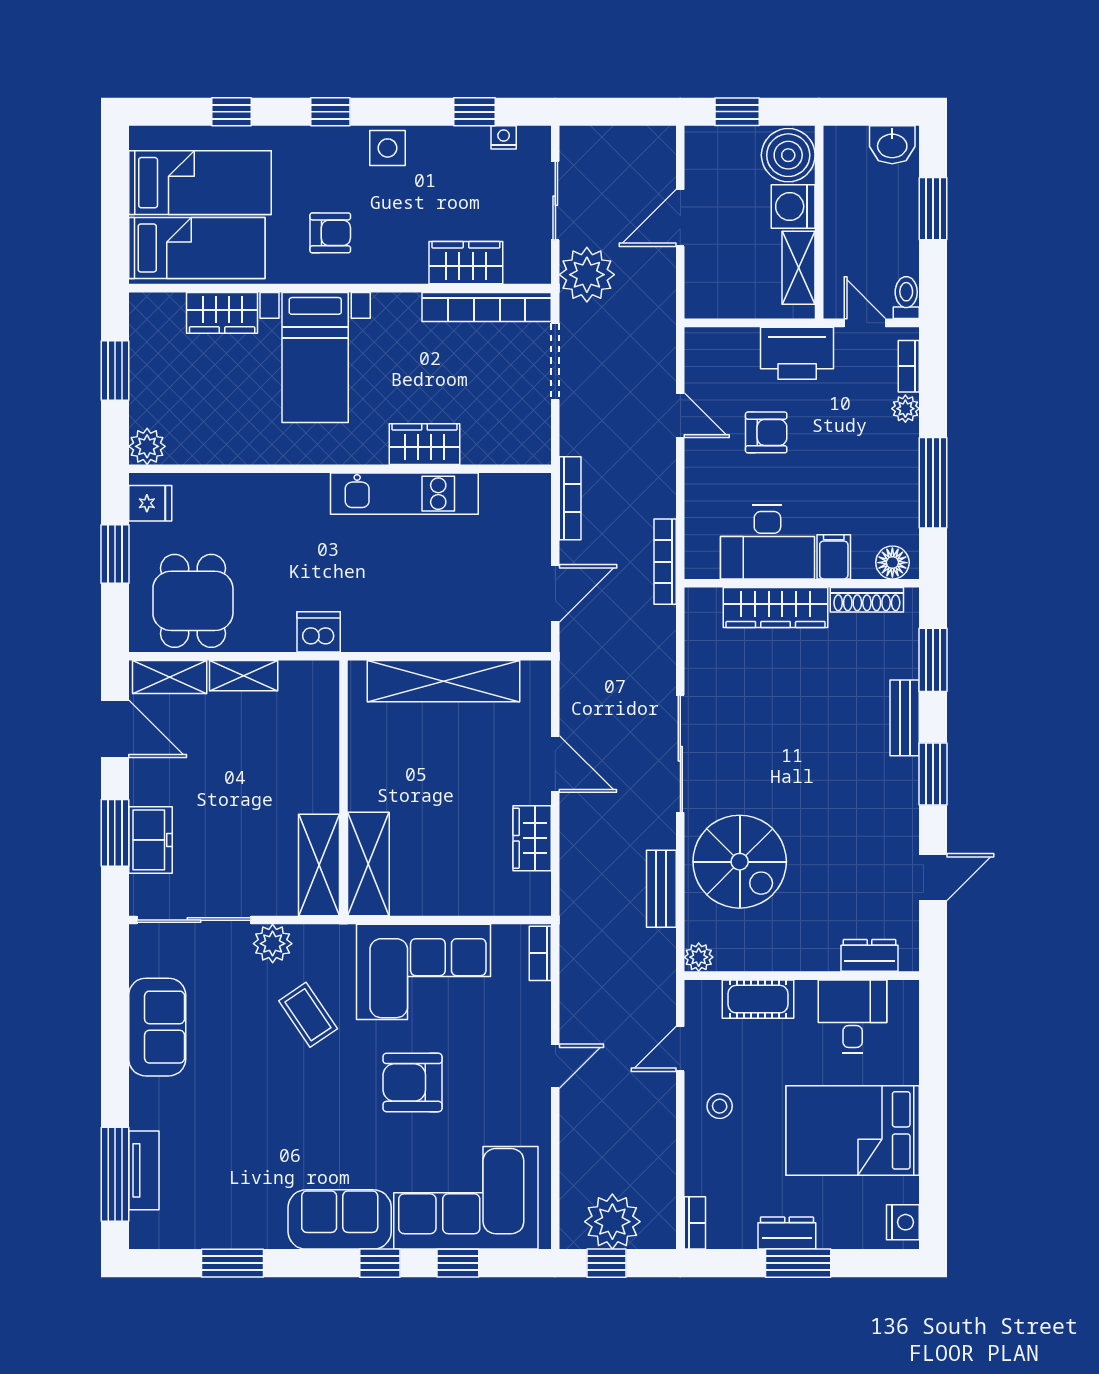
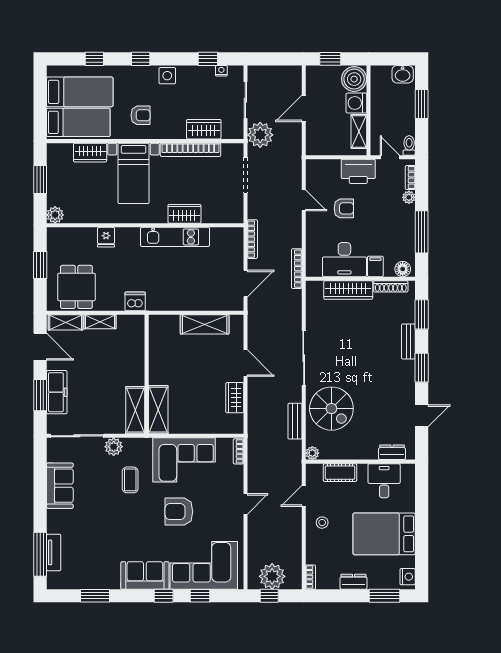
bookcase: (487, 307) -> (191, 150), moved
fridge: (150, 503) -> (106, 237), moved, turned 90
shelving: (443, 681) -> (205, 324), width x0.68
freezer: (151, 840) -> (57, 392), width x1.40
coffee table: (308, 1015) -> (130, 480), turned 34
window: (798, 1263) -> (384, 596), moved

